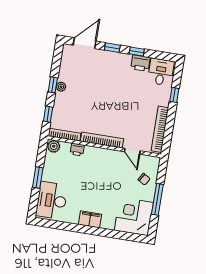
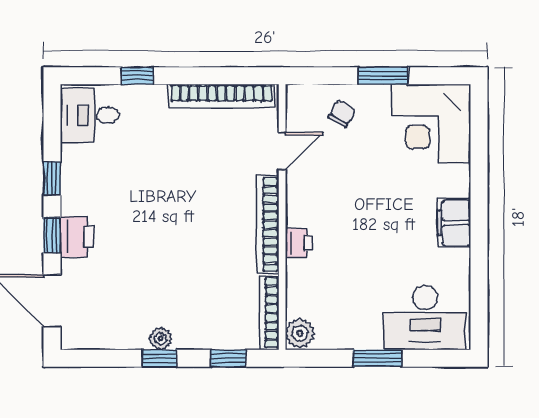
printer: (140, 63) -> (77, 237), moved
printer: (77, 150) -> (299, 243), moved
window: (157, 199) -> (383, 76), width x0.69

